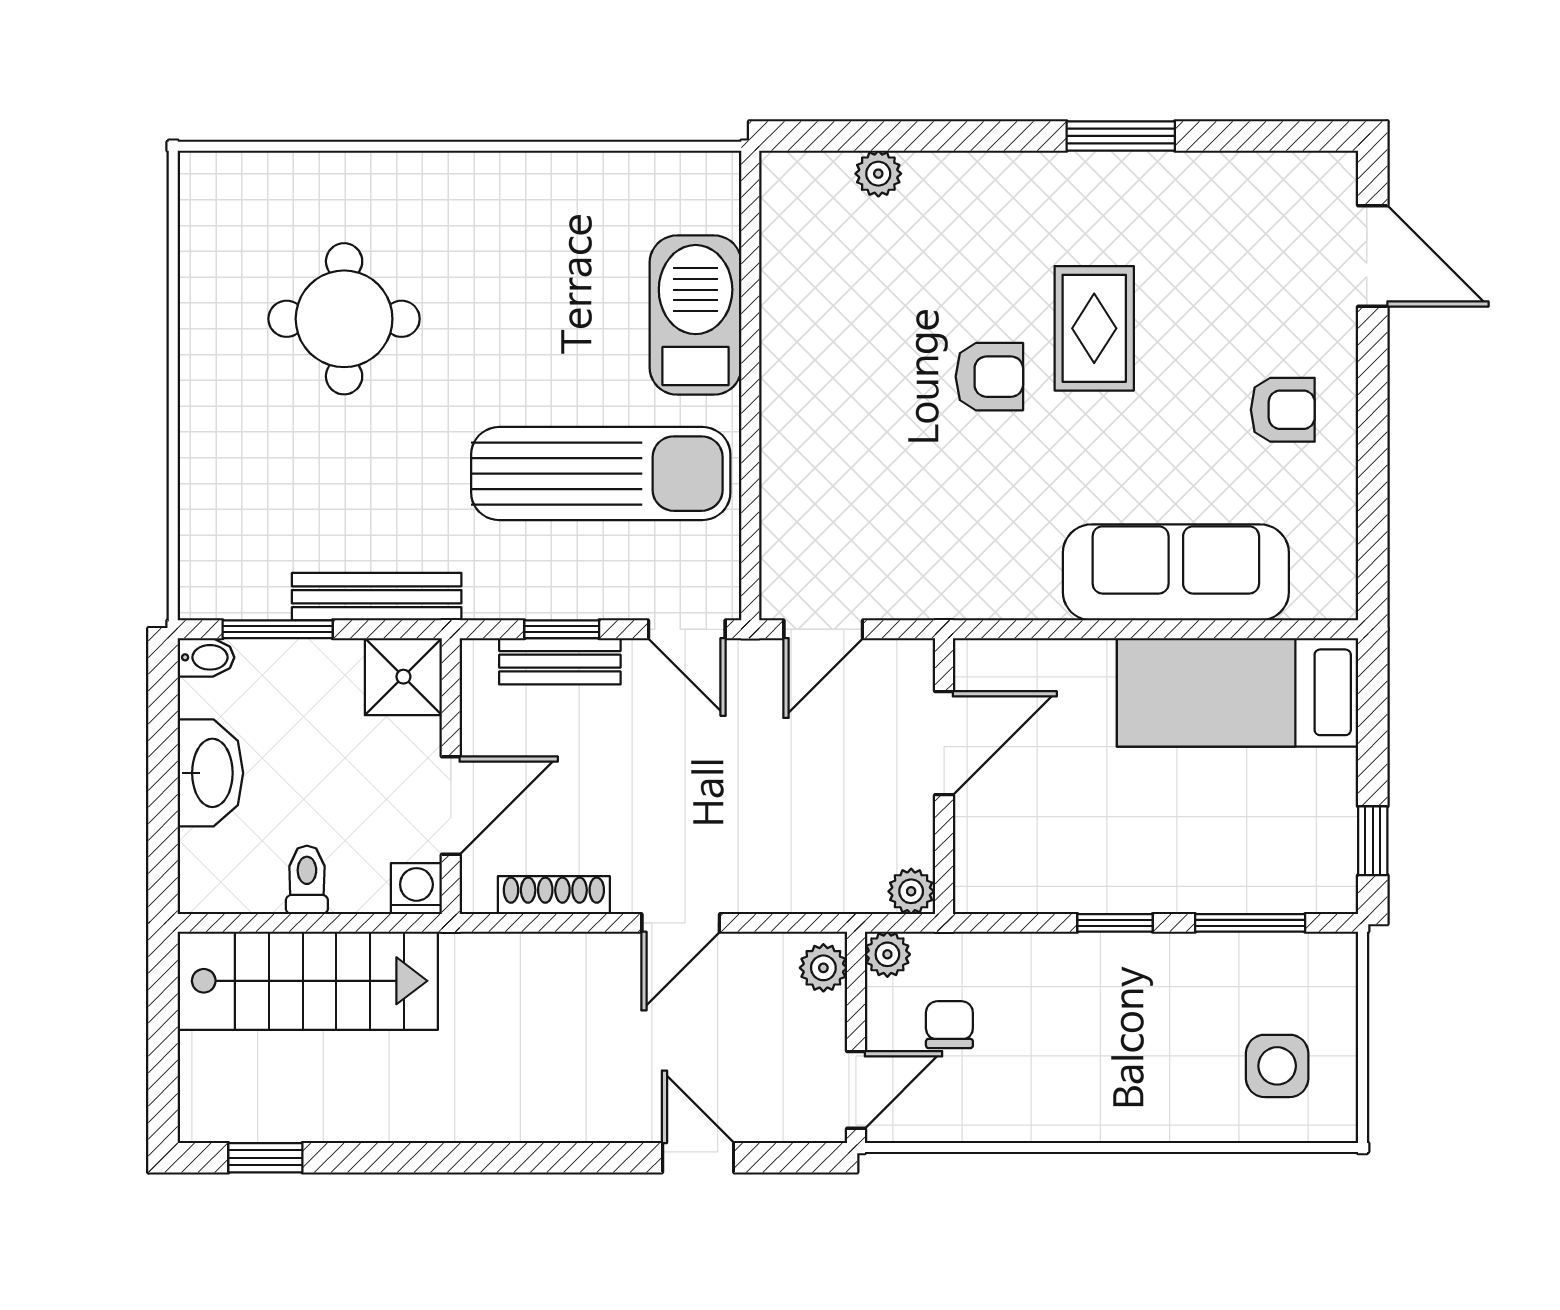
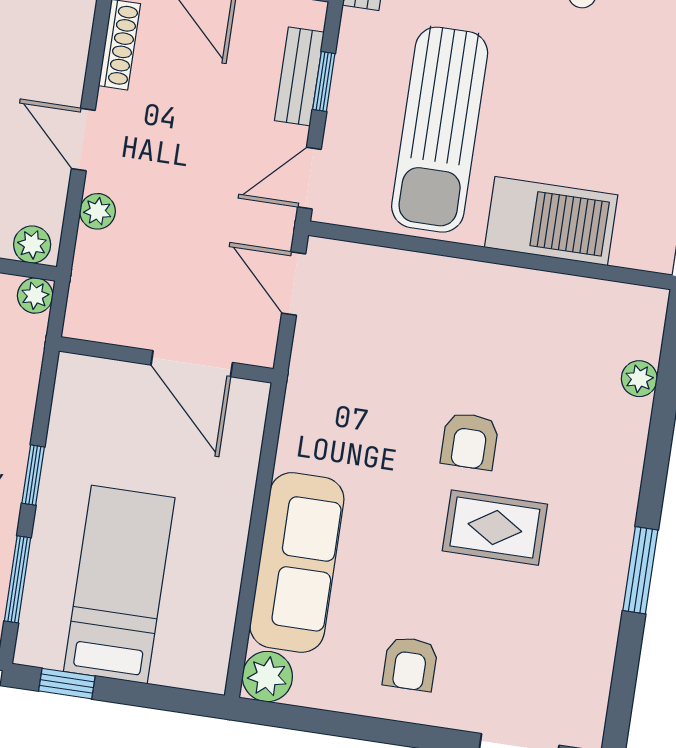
plant: (1326, 588) -> (267, 677), added
bed: (1237, 692) -> (119, 585), moved
plant: (911, 891) -> (98, 211), moved

